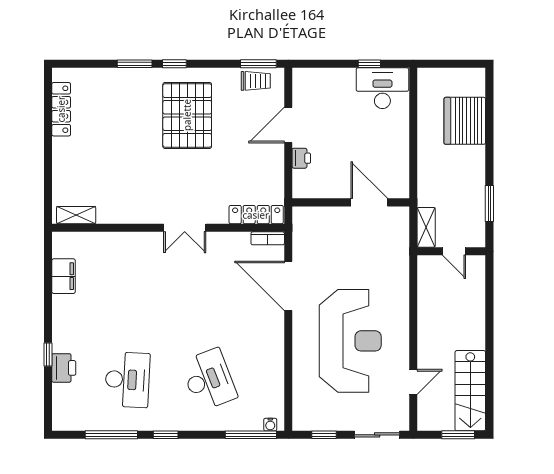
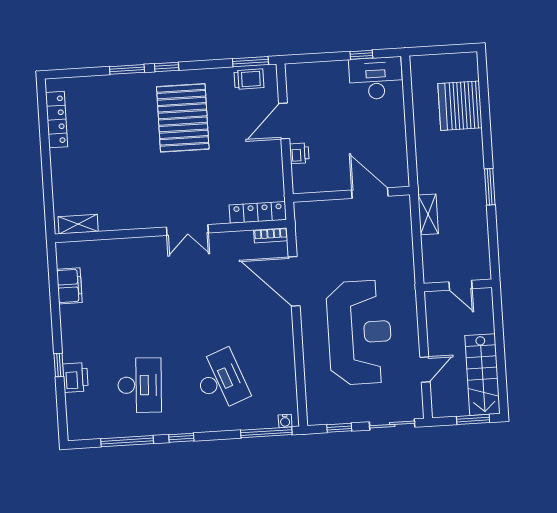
wall: (451, 251) -> (458, 285), moved
door: (454, 251) -> (461, 285), moved

